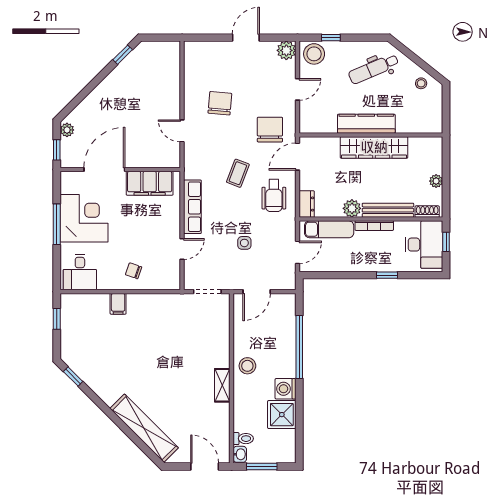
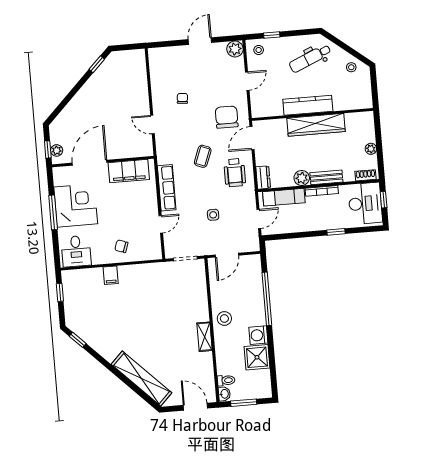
stool: (314, 54) -> (259, 50), width x0.53, depth x0.53
chair: (220, 103) -> (182, 98), width x0.54, depth x0.54
plant: (67, 130) -> (57, 150), moved
bench: (388, 210) -> (326, 177), width x0.73

